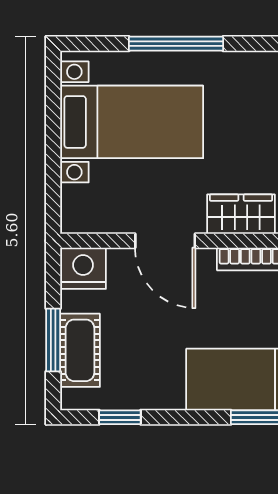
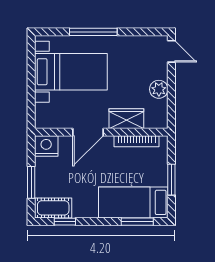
door: (165, 241) -> (88, 132), hinge flipped
cot: (80, 350) -> (53, 208), moved, turned 90

